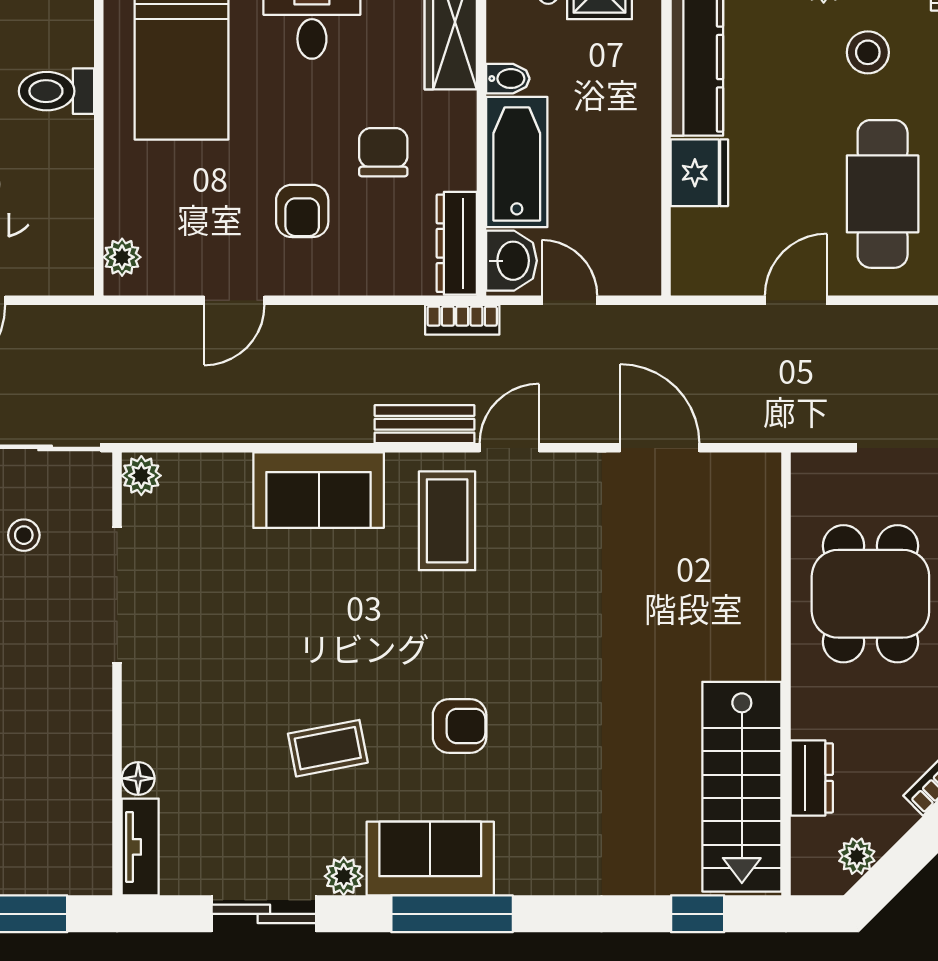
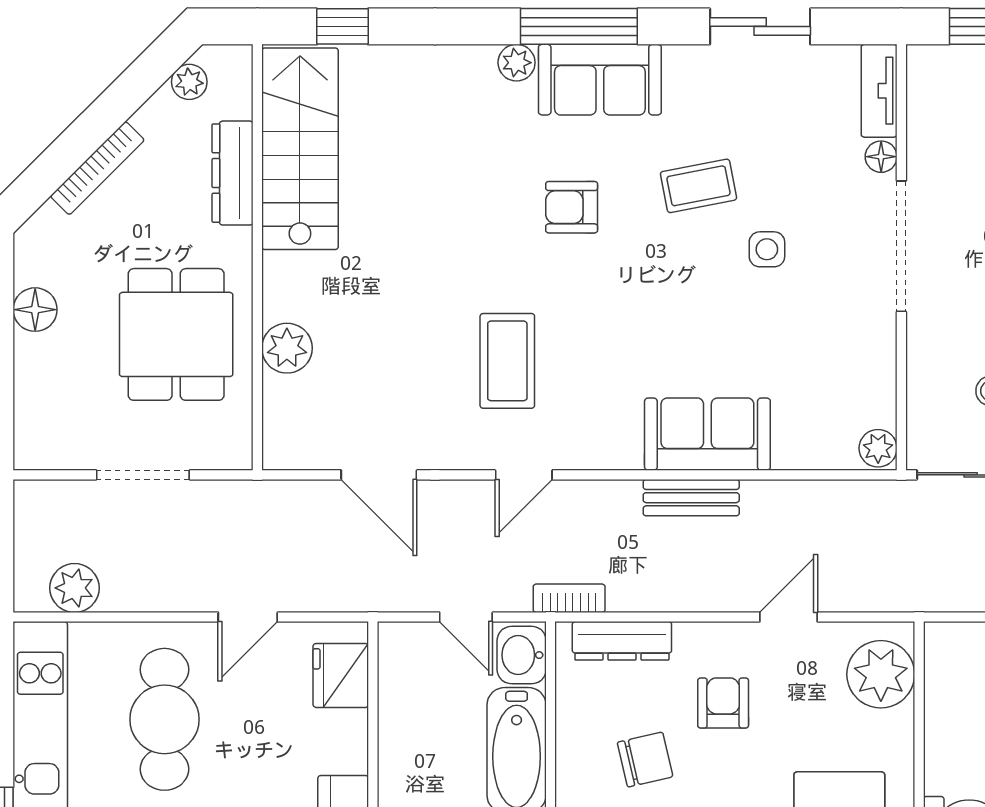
chair: (383, 152) -> (645, 760), turned -103
fridge: (699, 173) -> (341, 675), moved
dresser: (457, 243) -> (622, 641), moved, turned 90
plant: (122, 257) -> (881, 674), width x1.87, depth x1.87
bench: (425, 424) -> (691, 498), moved
coffee table: (447, 521) -> (507, 361), moved
plant: (755, 580) -> (287, 348), added
doorway: (117, 595) -> (901, 246), moved
side table: (257, 682) -> (767, 249), added
dresser: (812, 778) -> (233, 173), width x1.44
plant: (344, 876) -> (517, 63), moved

